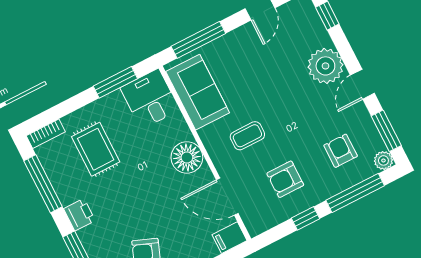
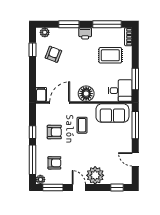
armchair: (285, 179) -> (54, 132), turned 90

